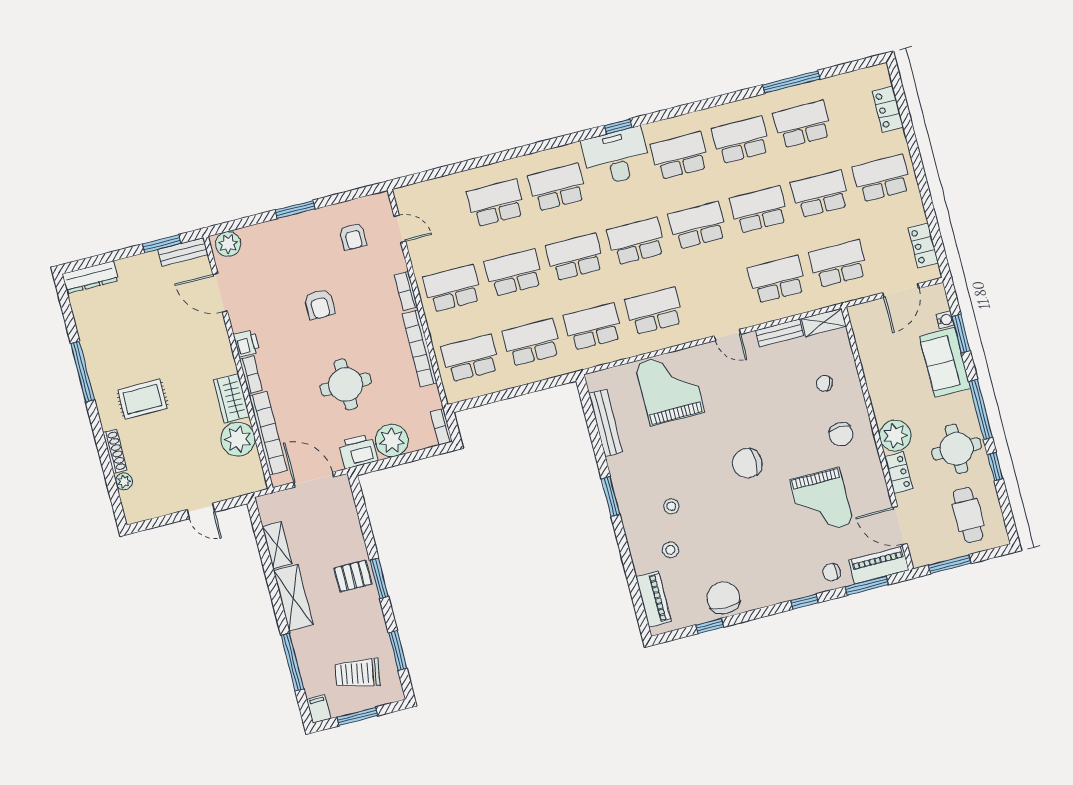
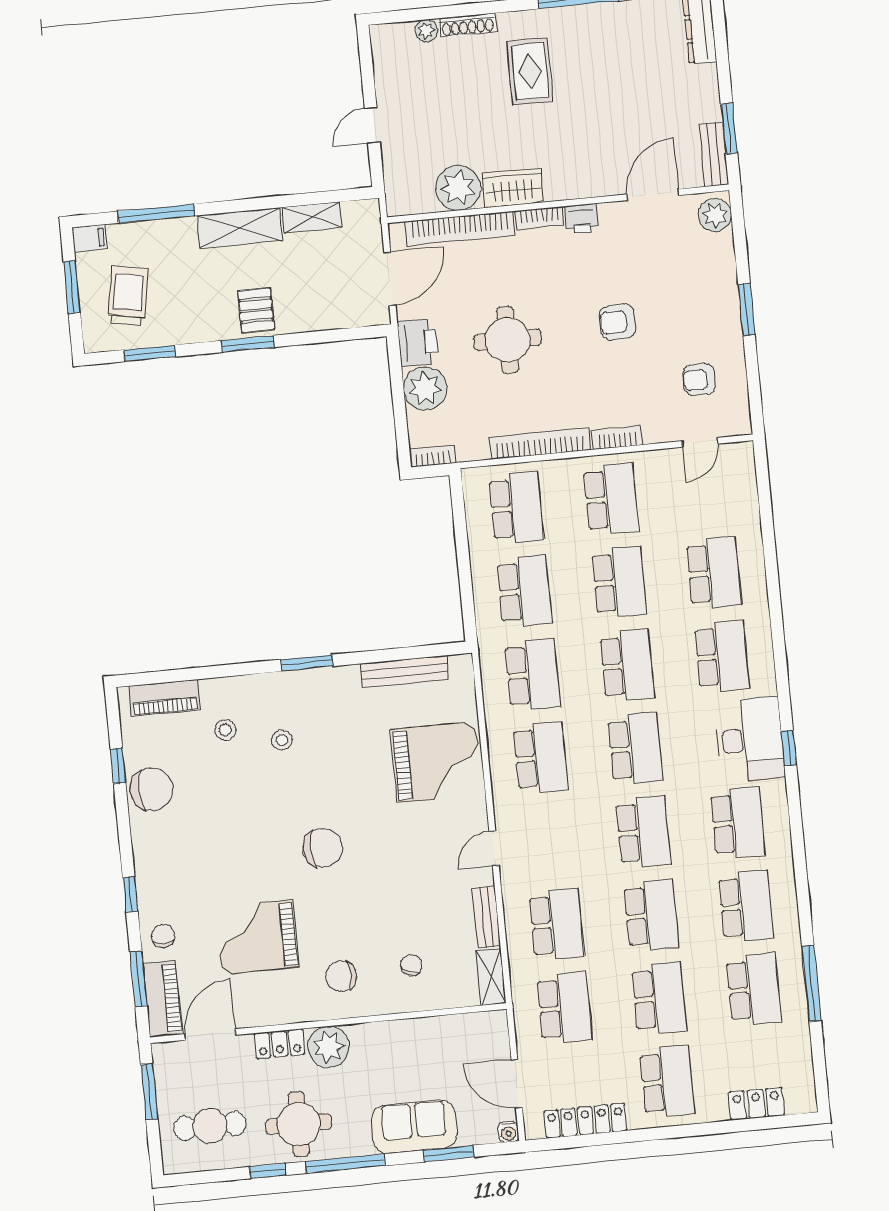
locker: (923, 245) -> (585, 1121), width x1.53
water cooler: (945, 320) -> (508, 1132), moved
chair: (747, 463) -> (323, 848), turned 90

